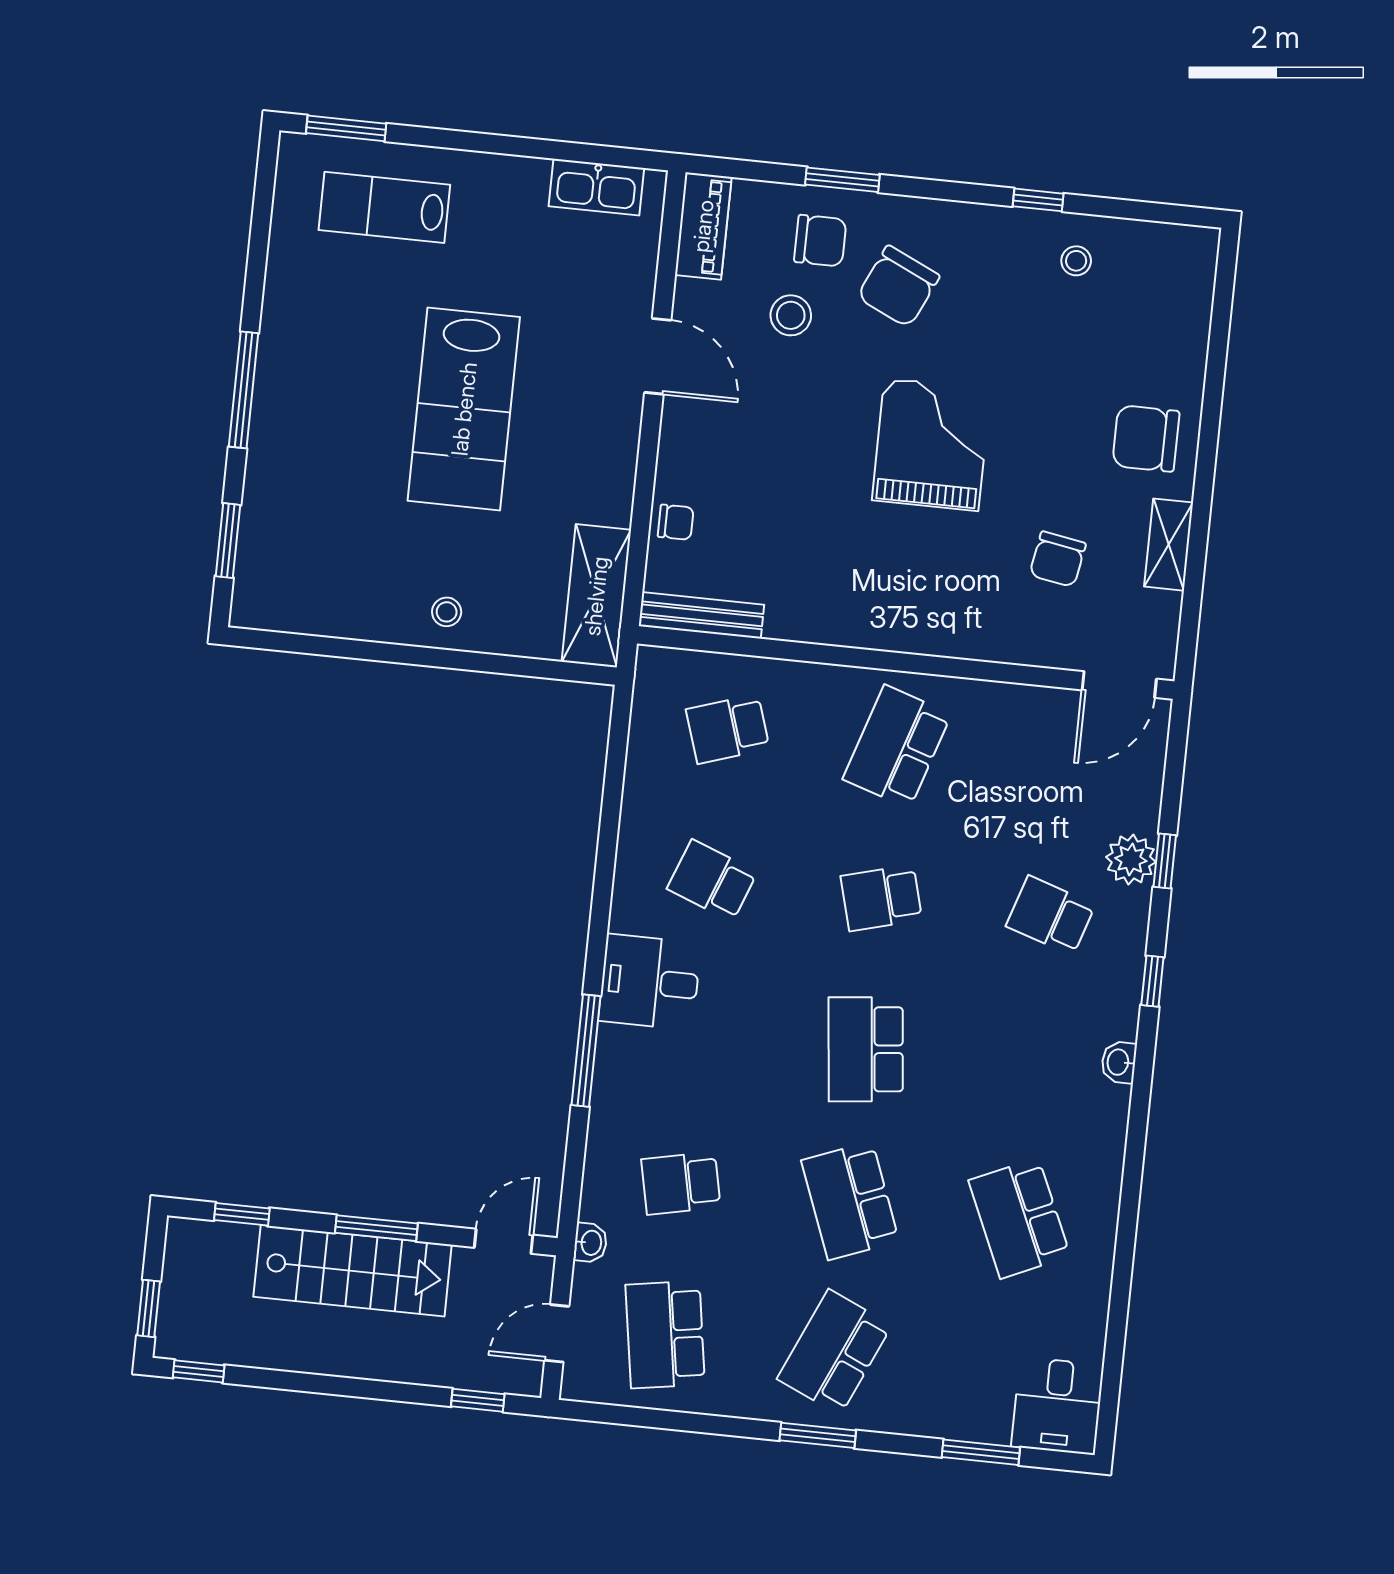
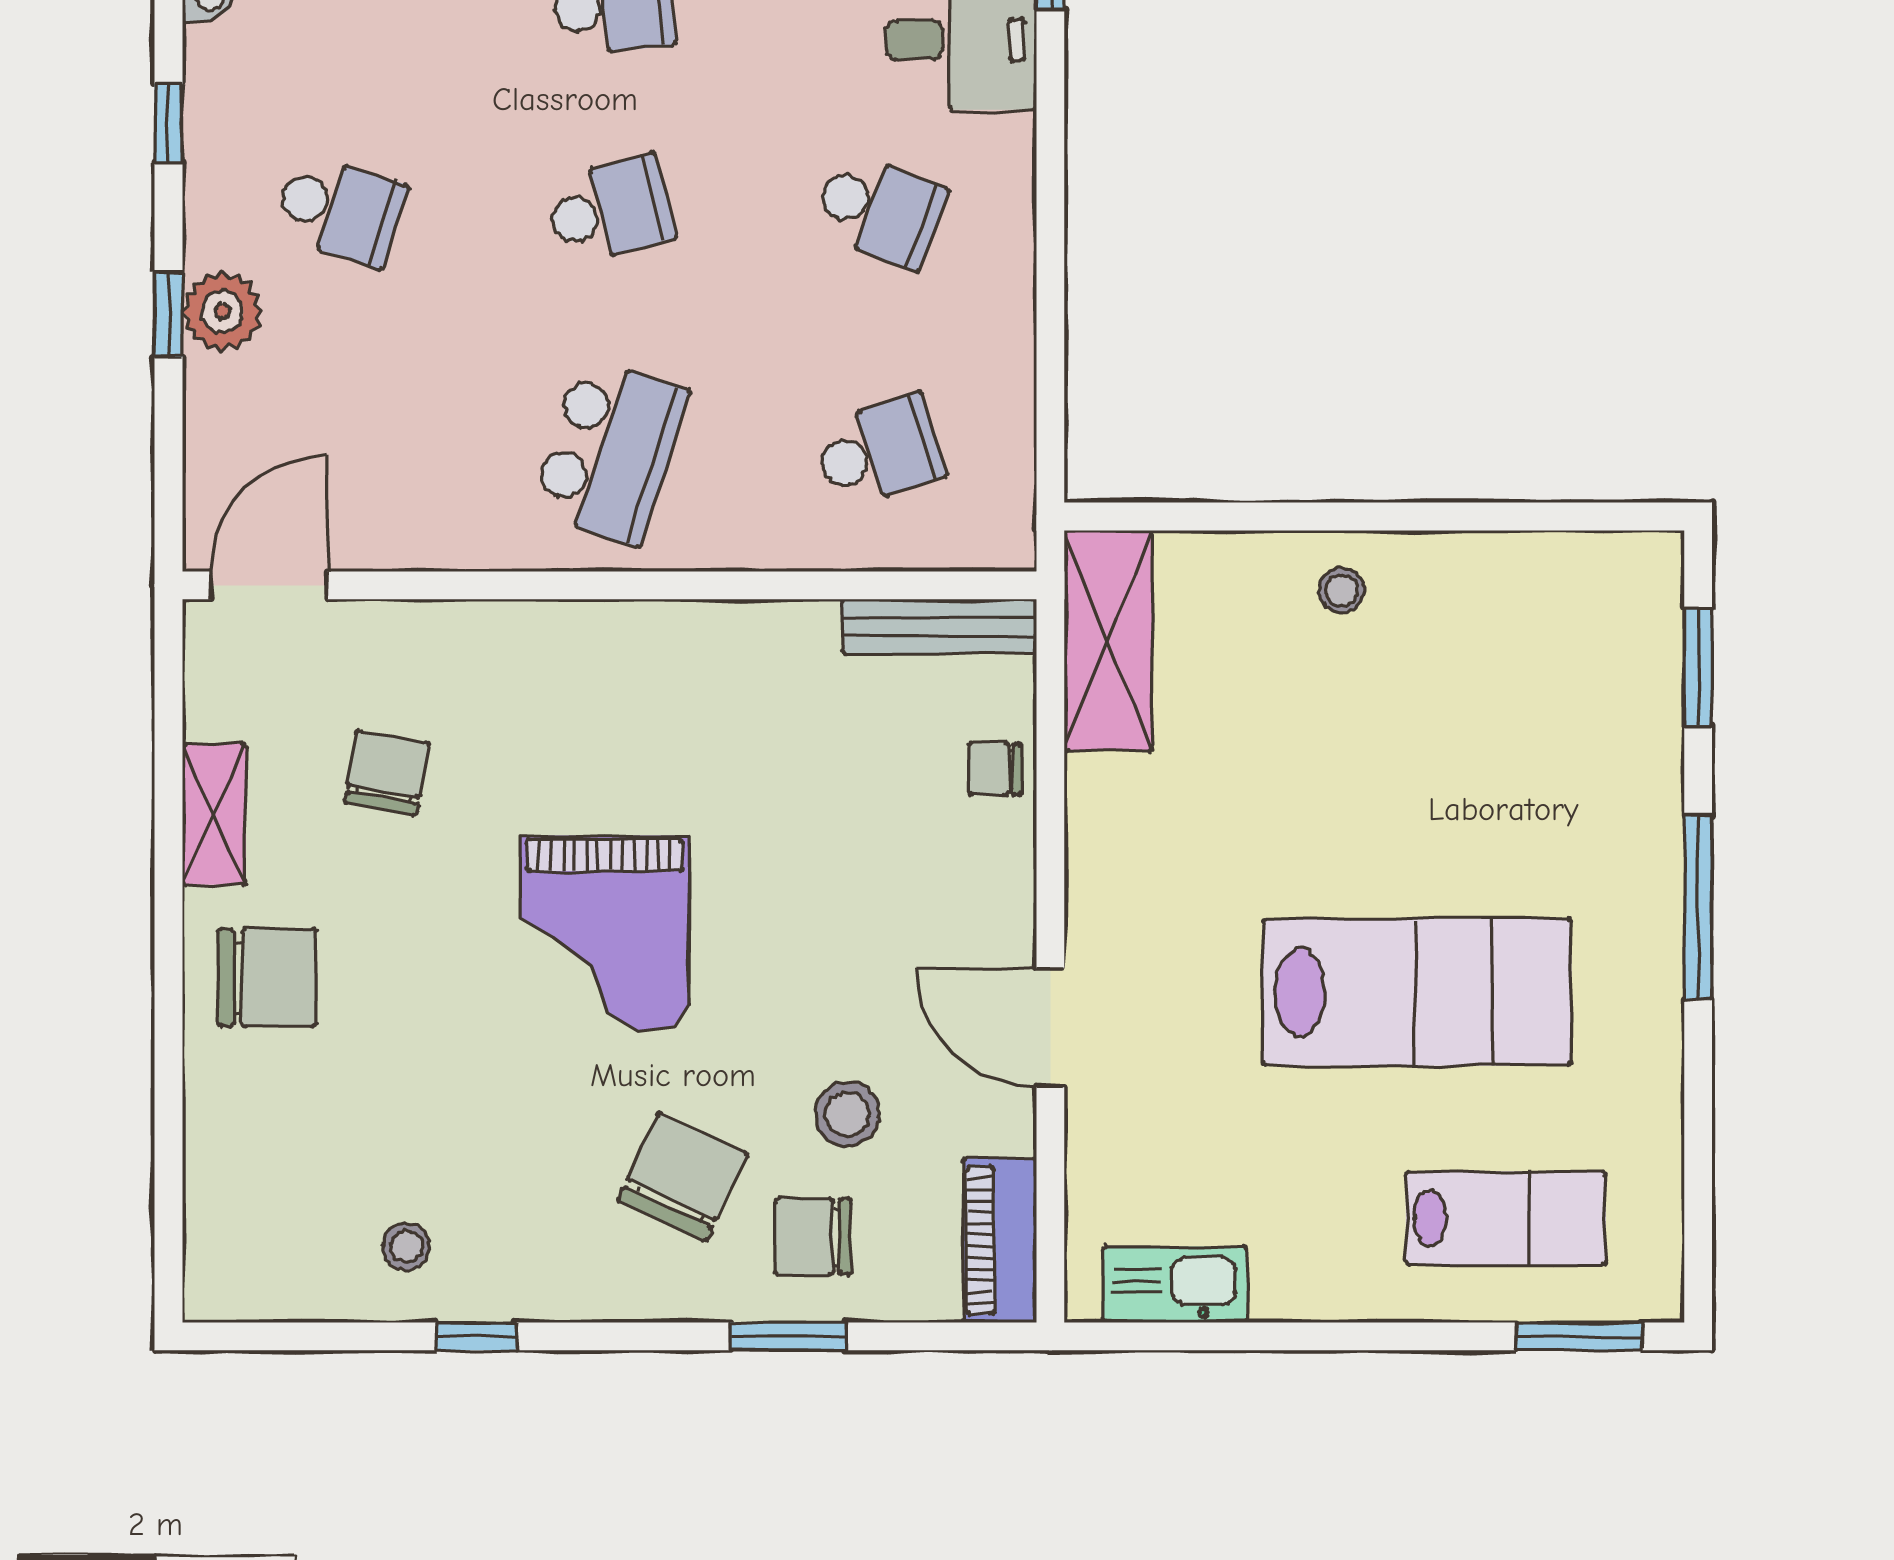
lab bench: (464, 409) -> (1417, 992), moved, turned 90

